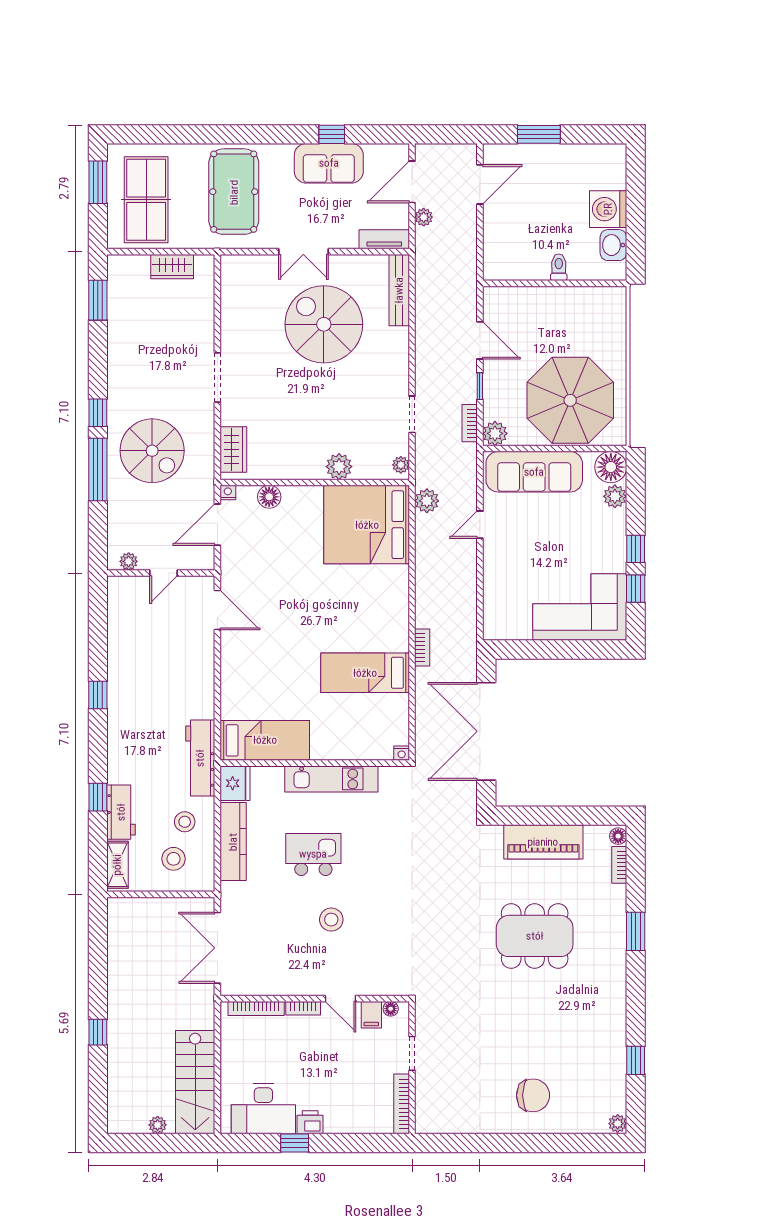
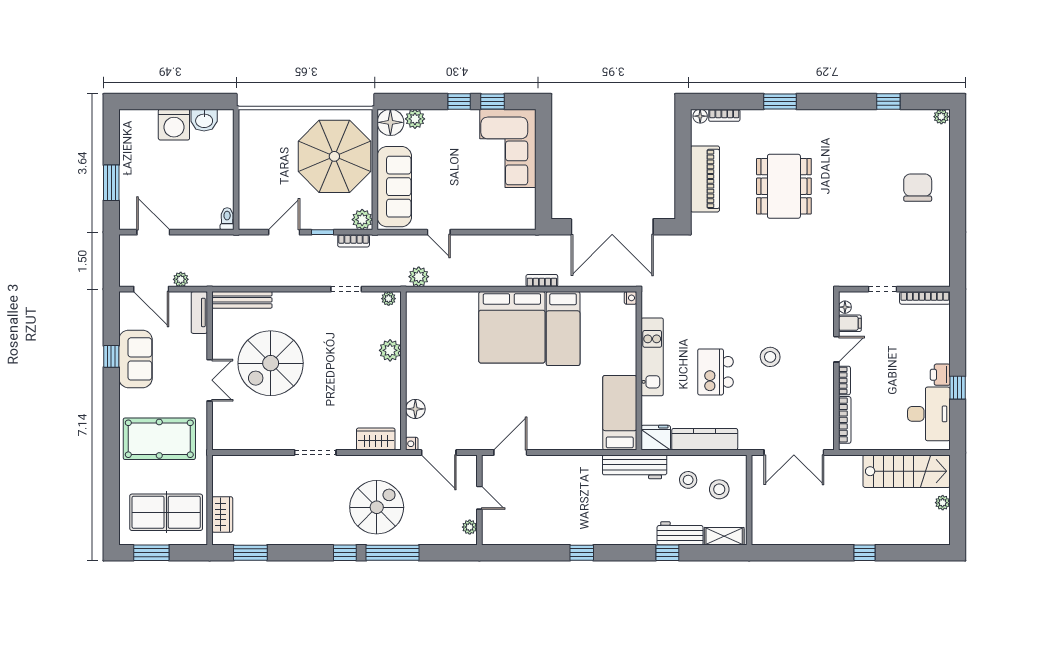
wardrobe: (172, 267) -> (222, 514), moved
toilet: (559, 267) -> (227, 219), moved, turned 90
bed: (367, 525) -> (512, 327), moved

